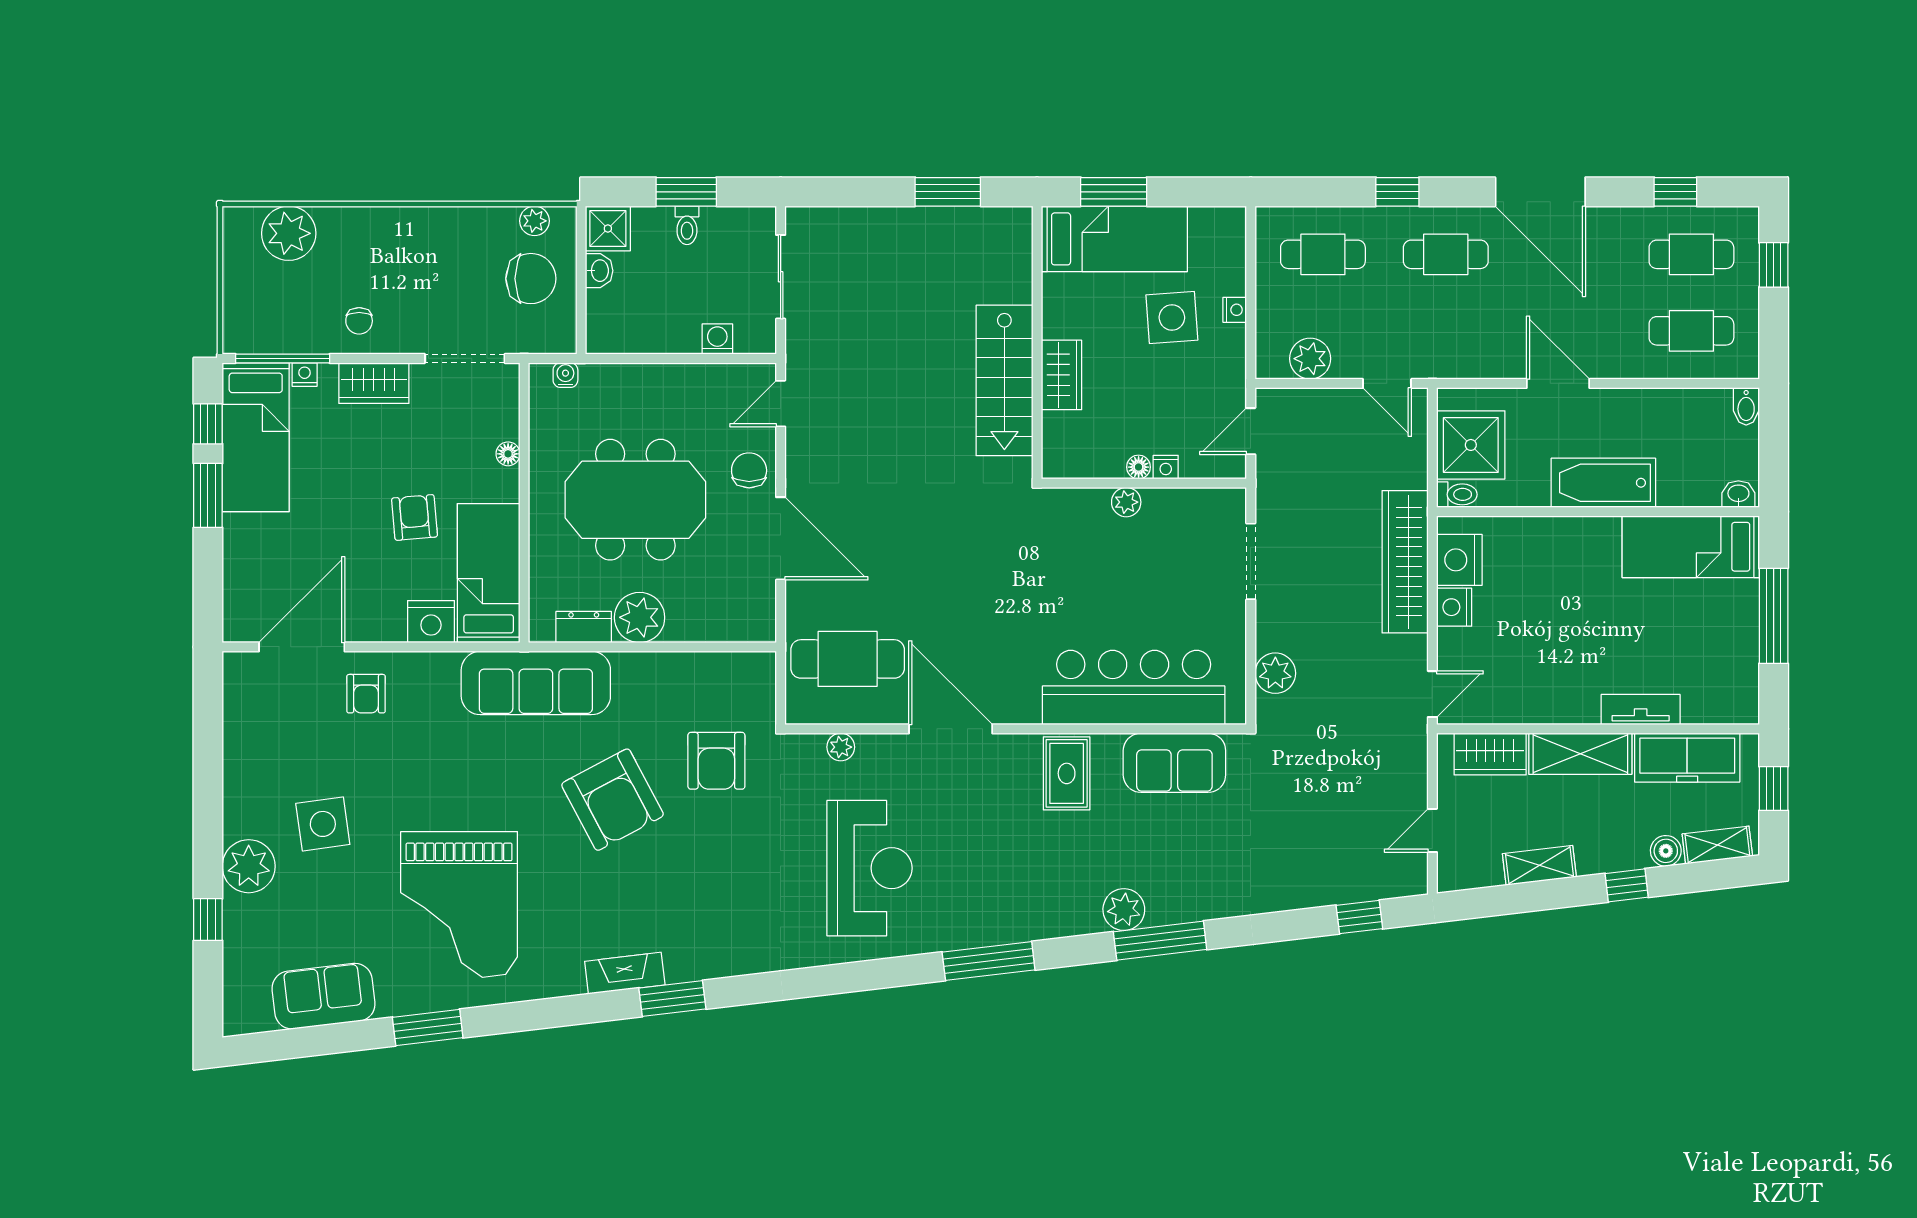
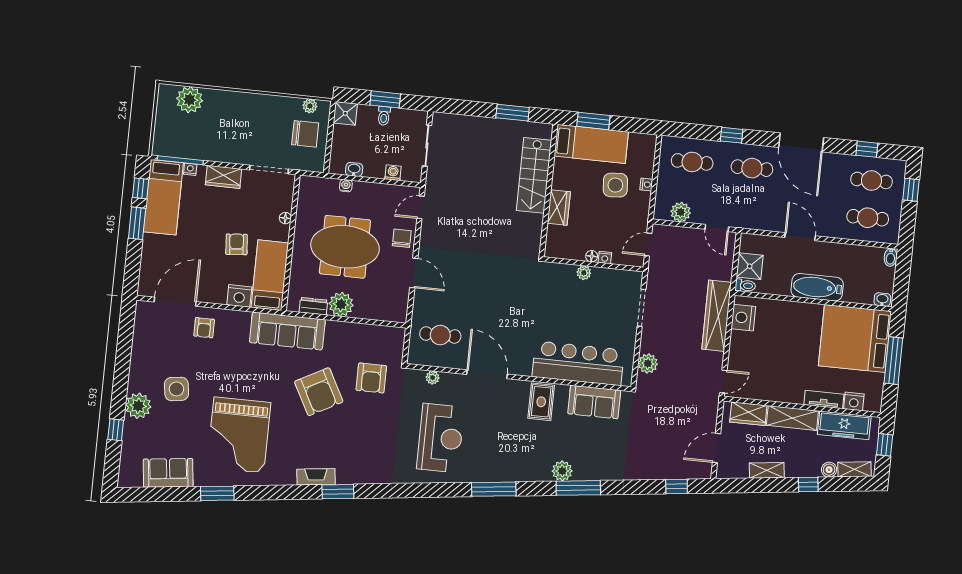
washbasin: (599, 271) -> (354, 169), moved, turned -90
chair: (359, 321) -> (219, 146), removed
water cooler: (565, 375) -> (346, 186), moved
stairs: (1004, 380) -> (534, 175), moved
shower: (1471, 445) -> (750, 266), width x0.73, depth x0.73
door: (781, 538) -> (414, 273), width x0.73
bed: (1691, 547) -> (855, 339), width x2.04
nightstand: (1454, 607) -> (854, 401), moved, turned -90
cafe table: (848, 659) -> (440, 335), width x0.73, depth x0.74
door: (1432, 830) -> (716, 448), width x1.38

